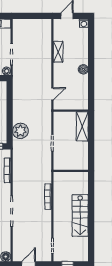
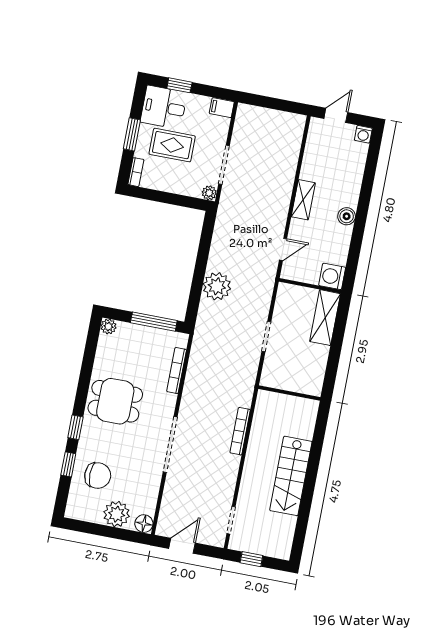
shelving: (58, 52) -> (303, 200), moved
washing machine: (82, 103) -> (332, 276), added
plant: (20, 131) -> (217, 286), moved

